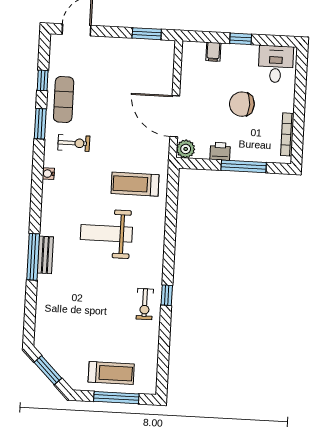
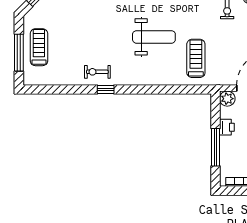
weight bench: (106, 233) -> (154, 37), turned 90
treadmill: (111, 373) -> (39, 47), turned 180

